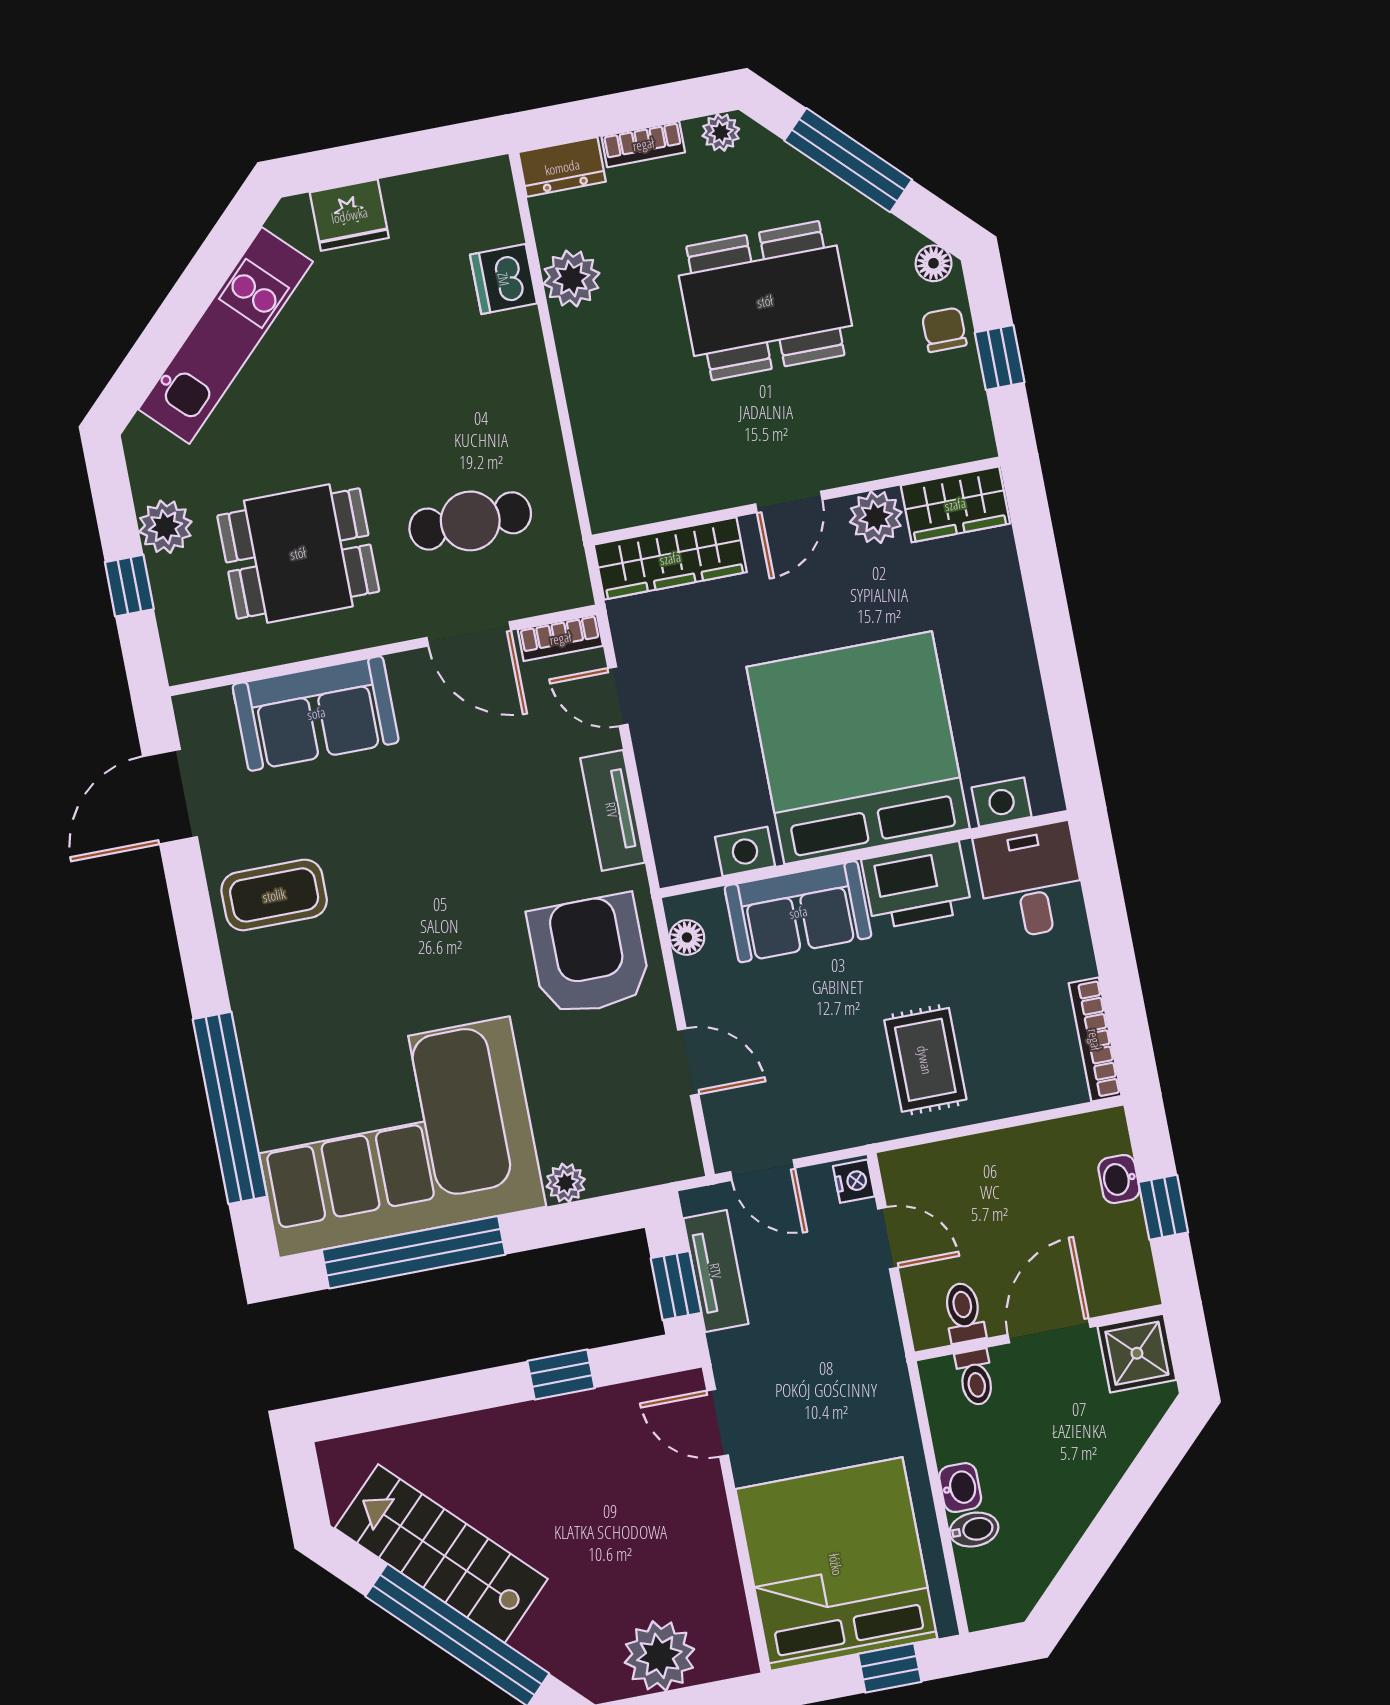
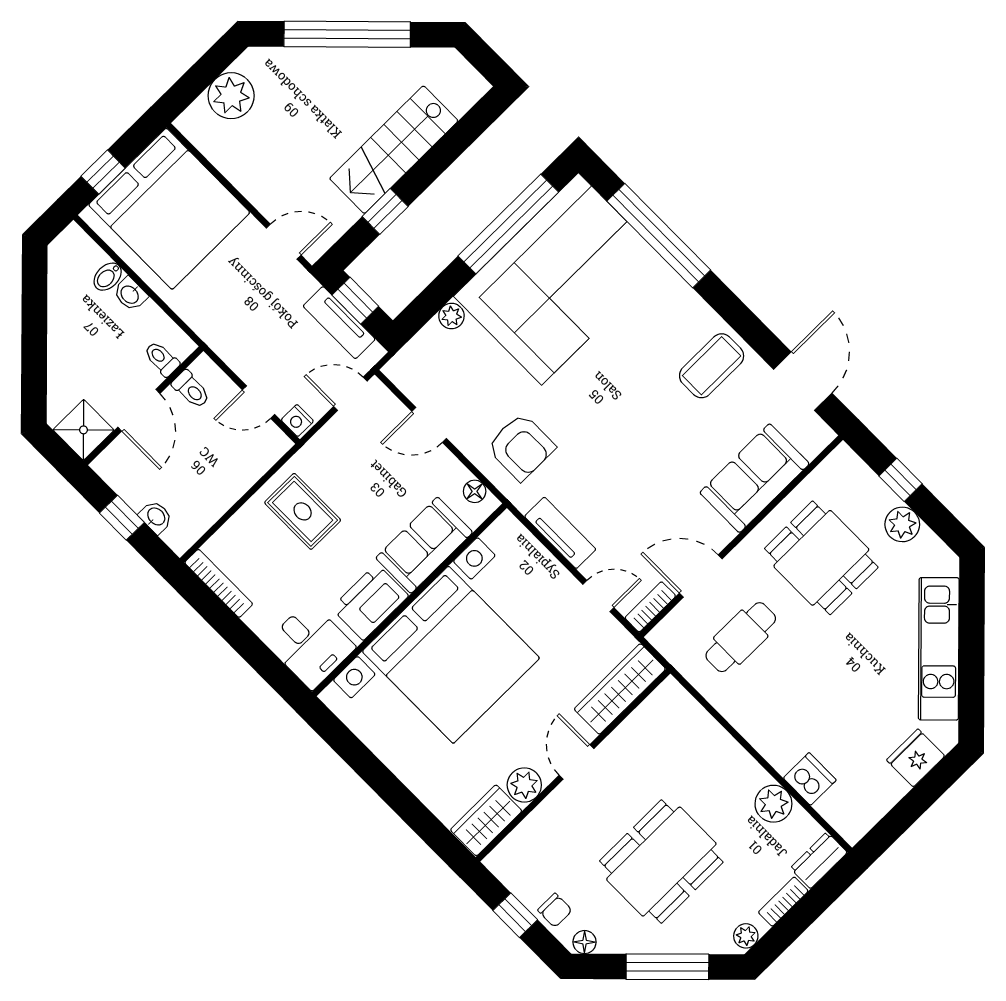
dining table: (298, 553) -> (821, 558), turned 90
armchair: (589, 955) -> (521, 447), width x0.73, depth x0.73
stairs: (441, 1554) -> (394, 150), moved, turned 135

